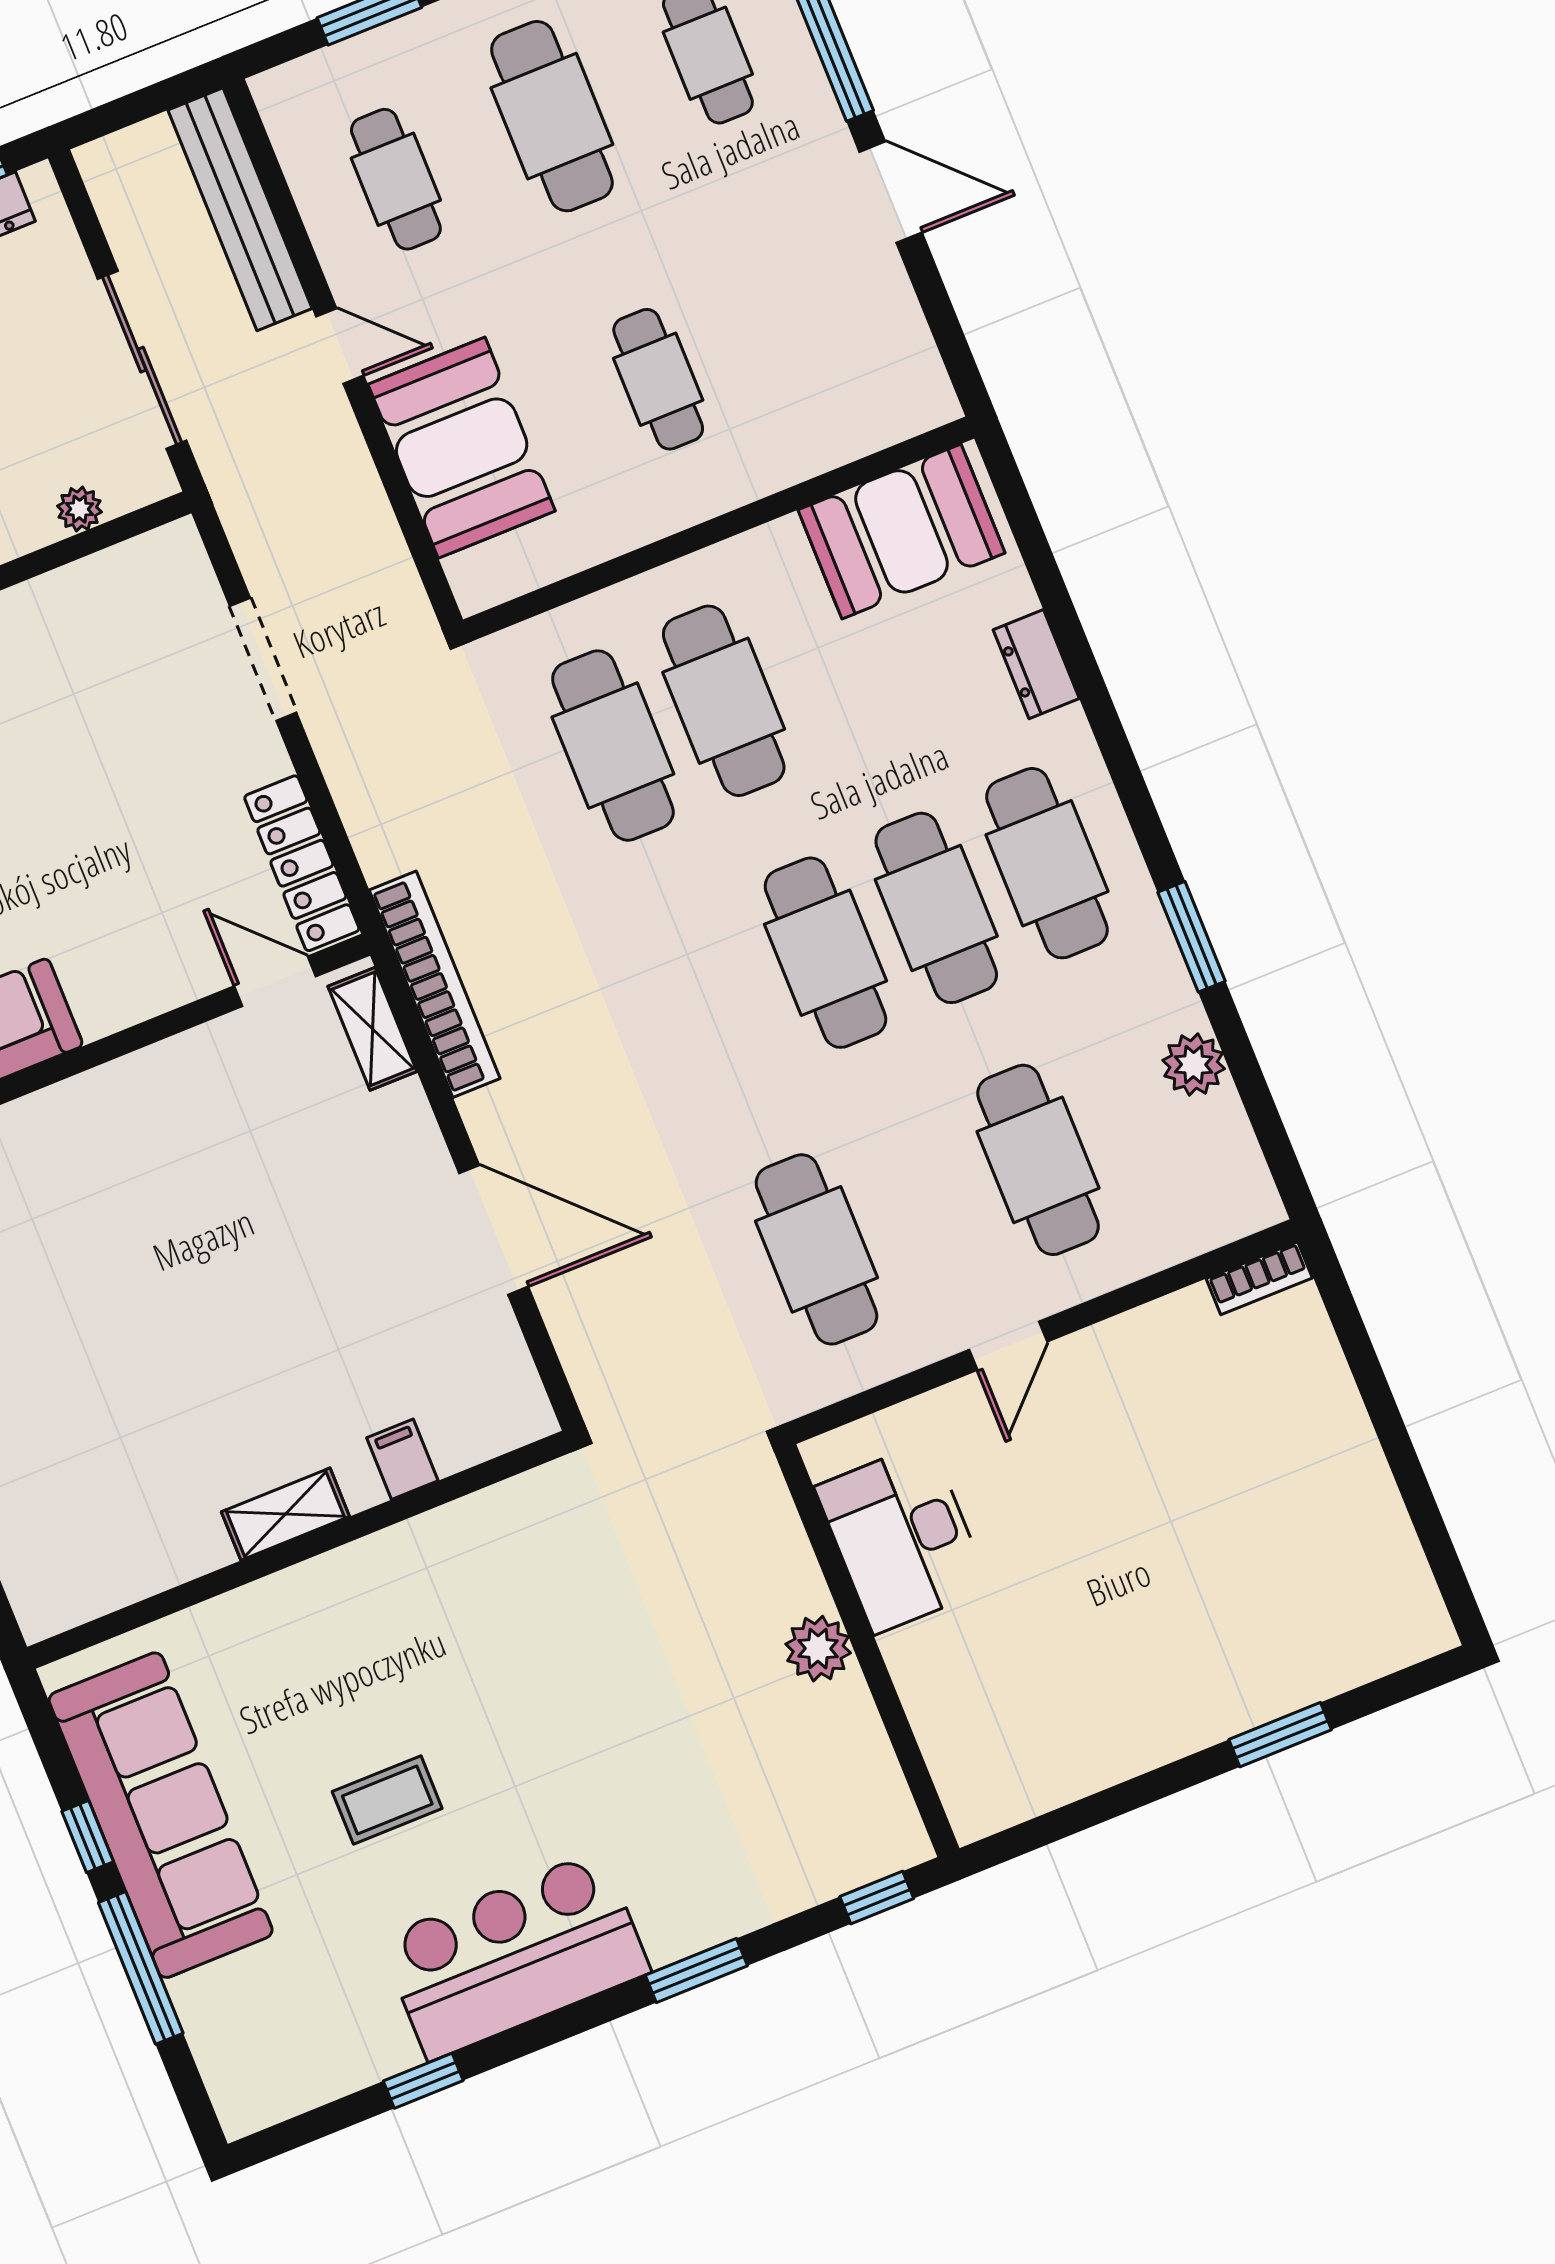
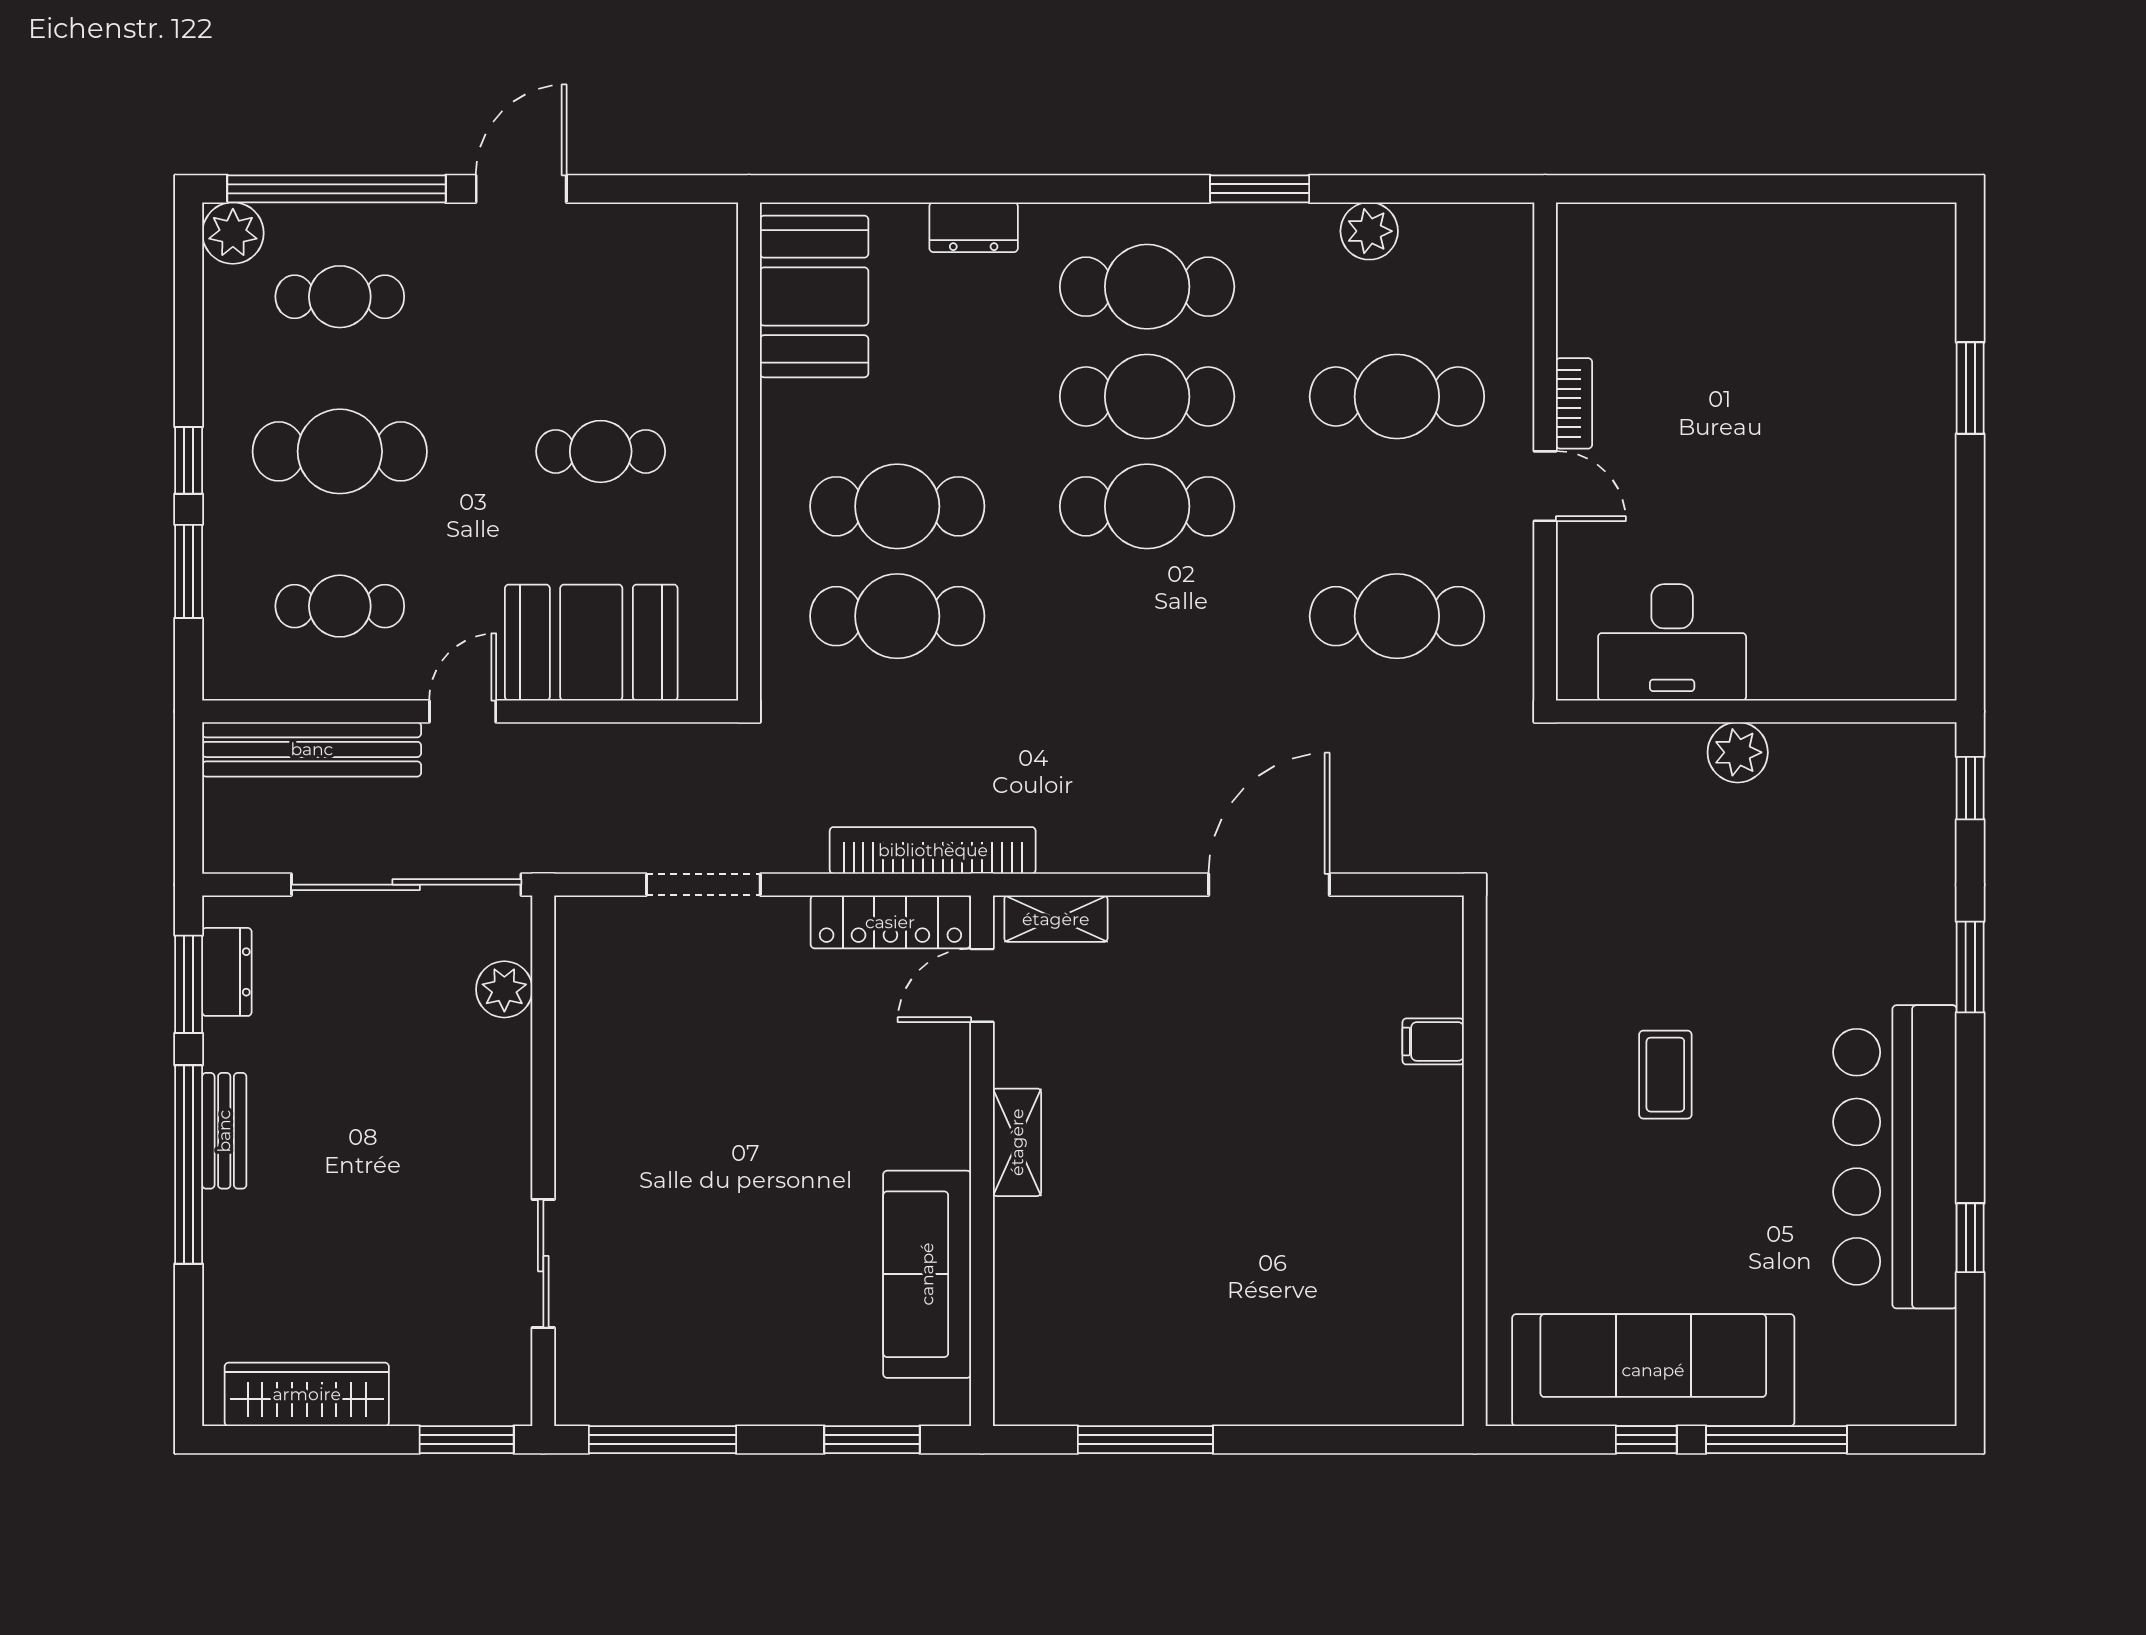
sliding door: (142, 360) -> (406, 885), width x1.36
plant: (80, 509) -> (504, 989), width x1.38, depth x1.38
bookcase: (435, 984) -> (933, 850), moved
bookcase: (1259, 1278) -> (1574, 403), moved
shelving: (285, 1514) -> (1017, 1142), moved
coffee table: (387, 1800) -> (1665, 1075), moved
bar counter: (515, 1955) -> (1895, 1157), width x1.36

